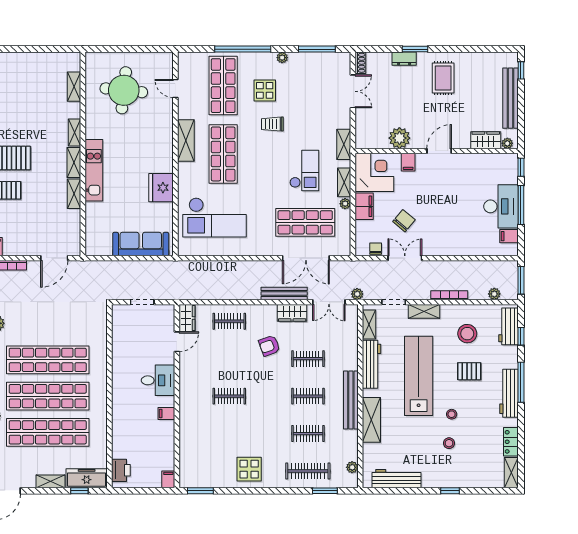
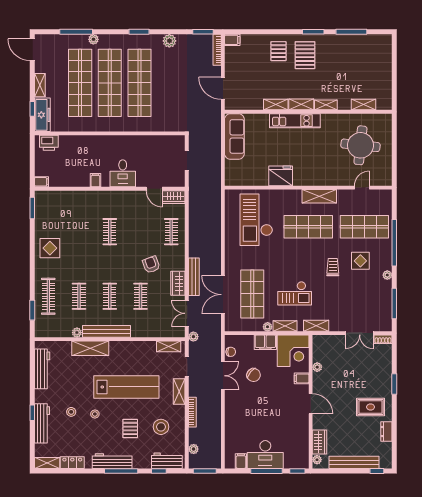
dresser: (404, 59) -> (386, 432), moved
plant: (399, 138) -> (317, 367), width x0.53, depth x0.53
sofa: (141, 244) -> (234, 136), moved
workbench: (372, 364) -> (42, 423), moved, turned -90
plant: (352, 467) -> (77, 333), moved

